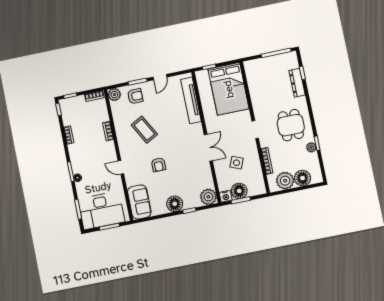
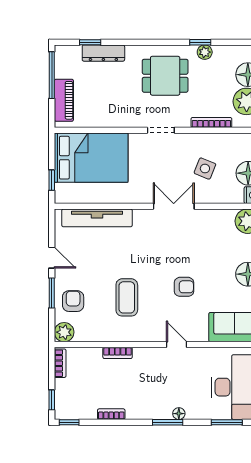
piano: (262, 64) -> (64, 100), added
coffee table: (144, 130) -> (127, 297), turned -61
door: (121, 167) -> (177, 344), swing flipped

